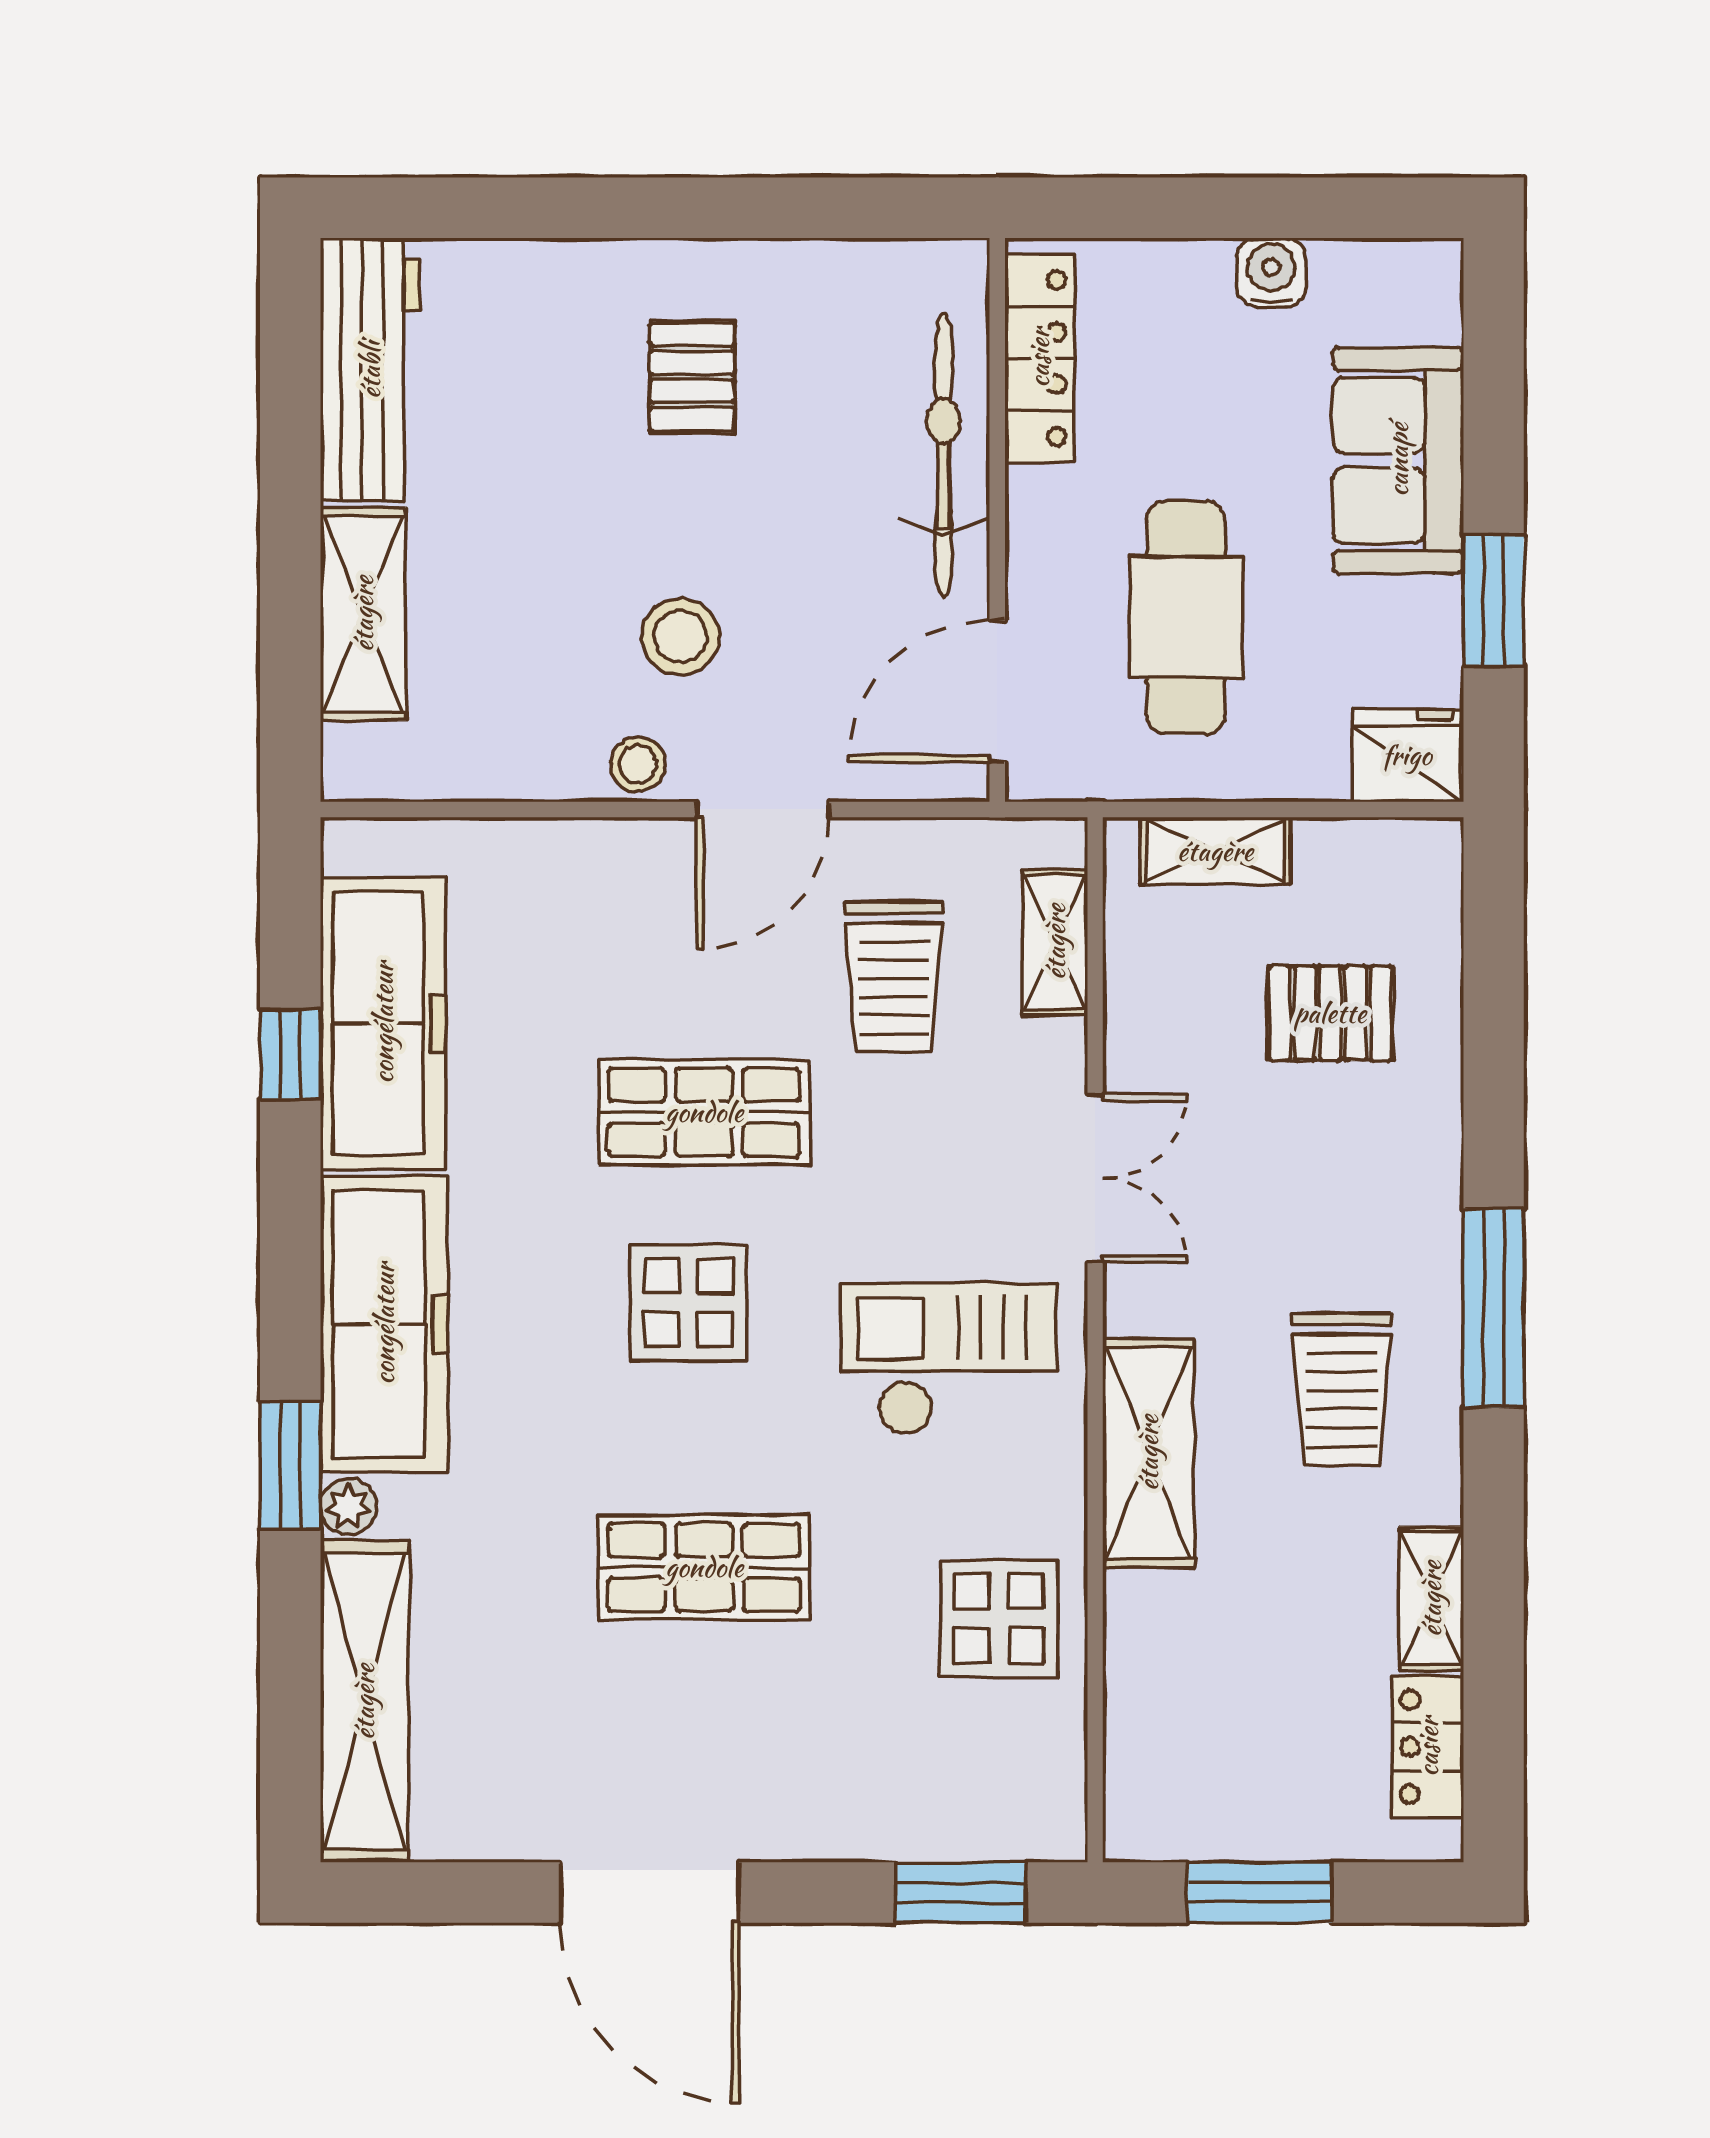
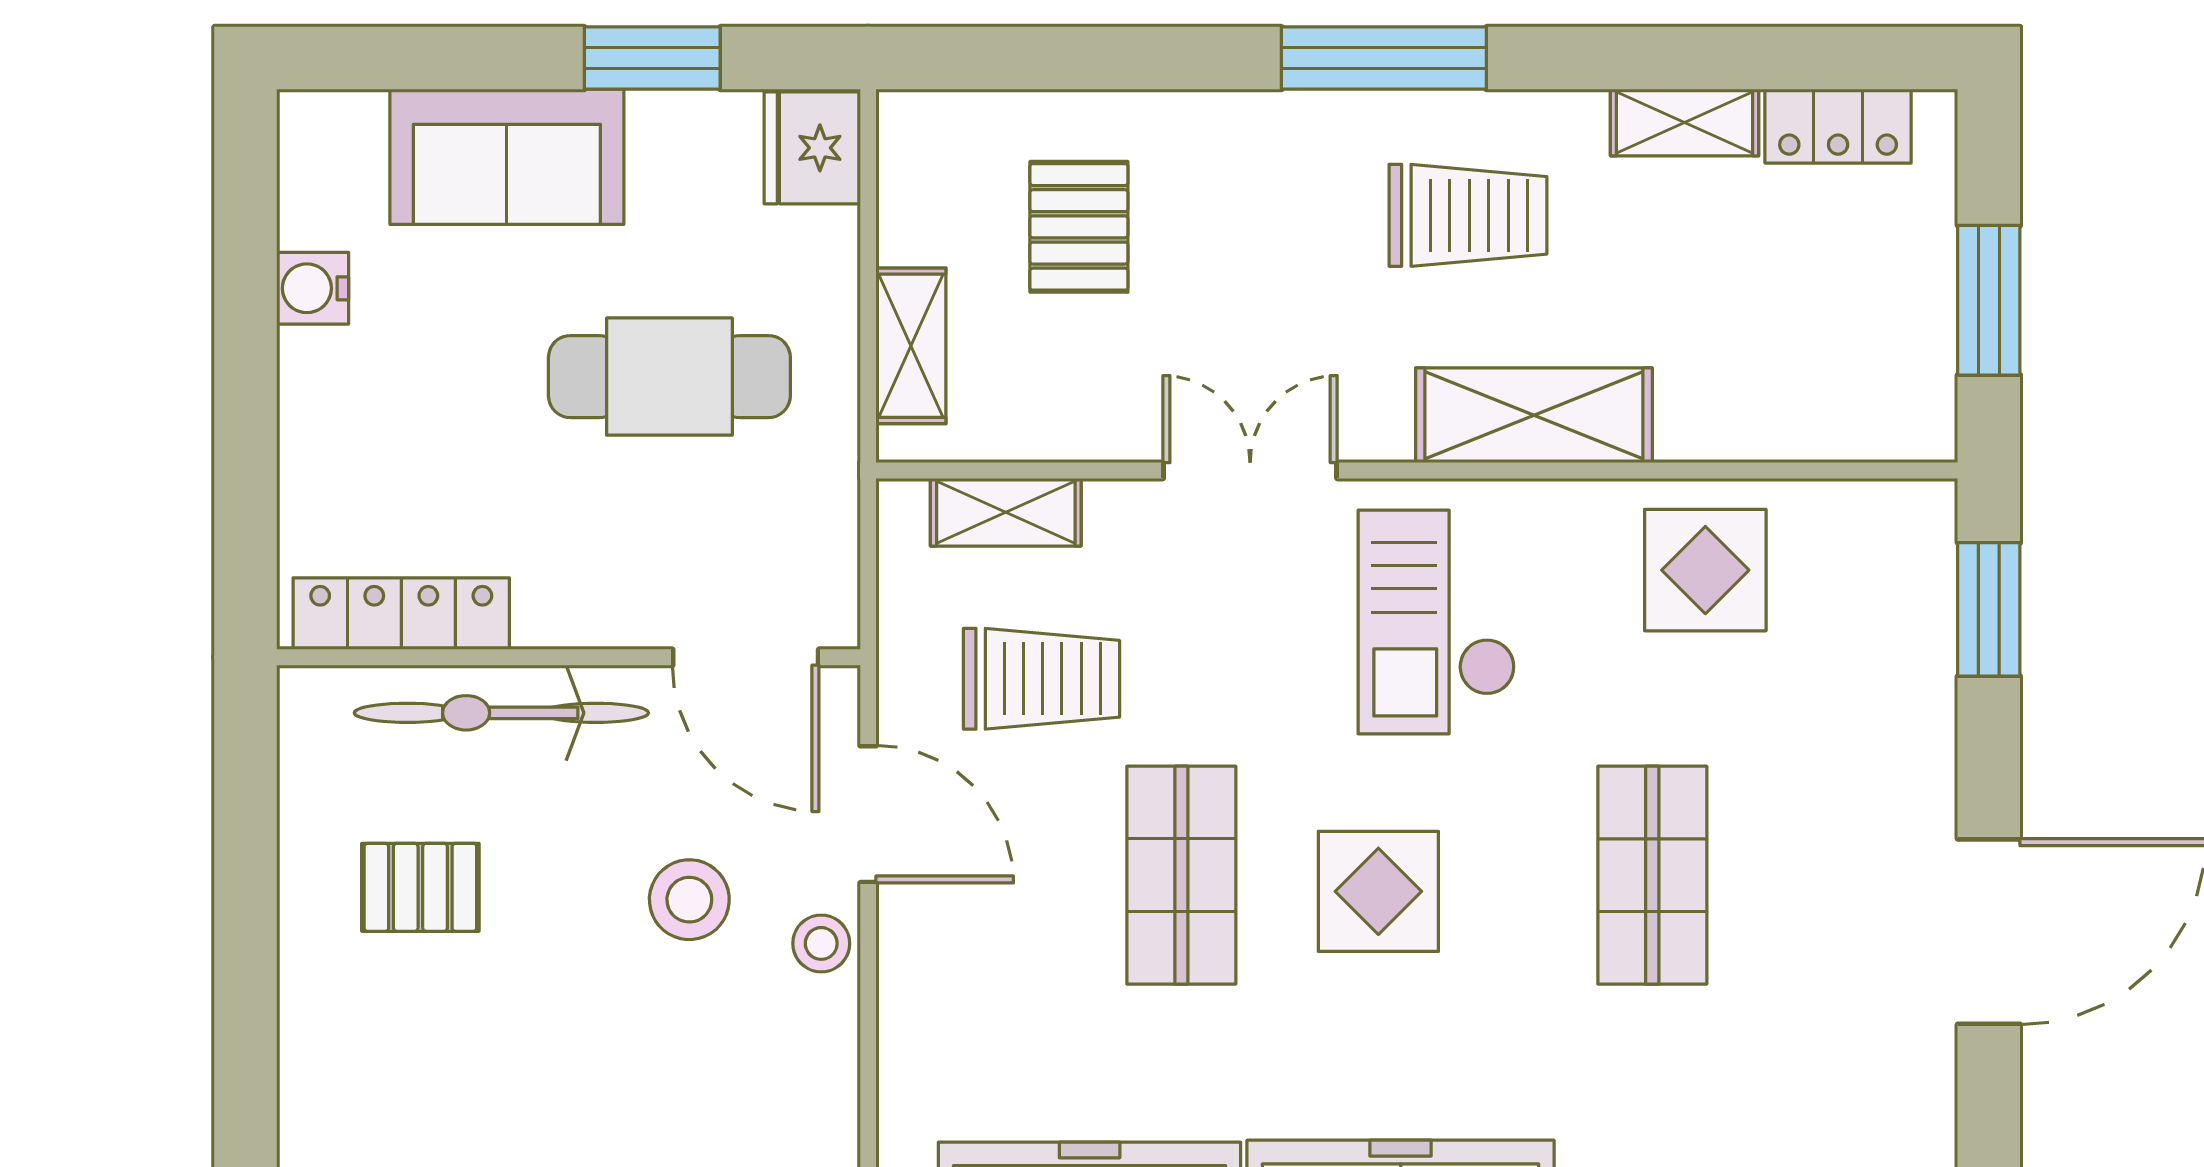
locker: (1039, 358) -> (401, 614), moved
bicycle: (944, 455) -> (501, 713), moved
wall: (997, 520) -> (569, 657), moved
door: (997, 691) -> (746, 657), moved

